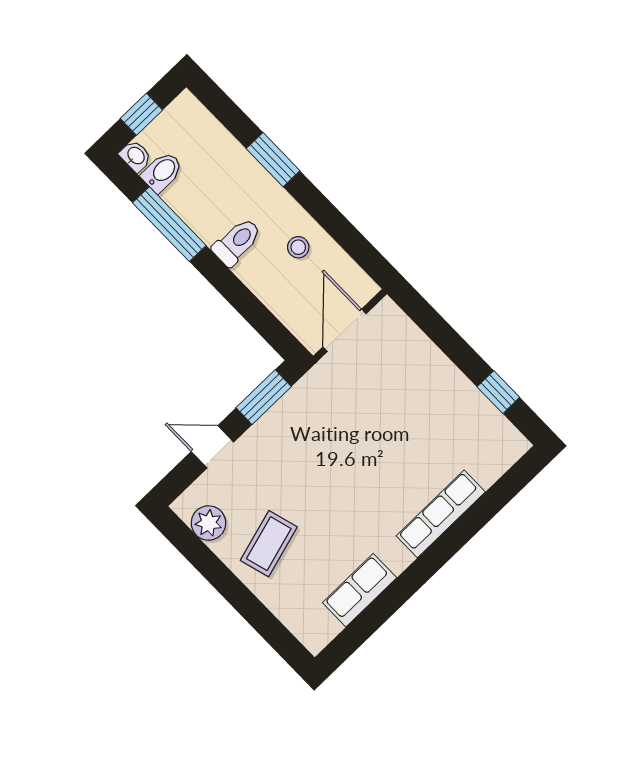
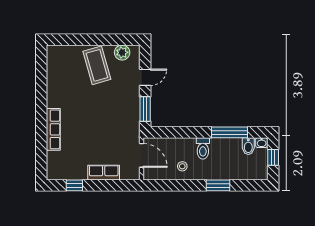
coffee table: (269, 544) -> (97, 65), width x1.36, depth x1.32
row of seats: (360, 590) -> (104, 173), moved, turned -90

